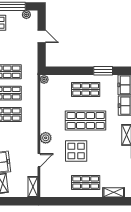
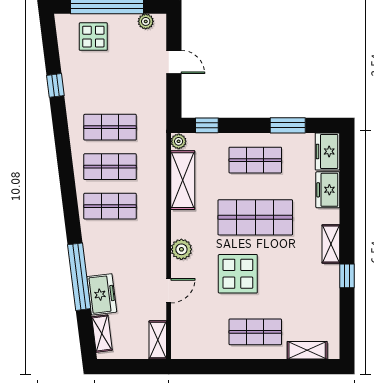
window: (59, 71) -> (207, 125), added
shelving: (46, 100) -> (183, 180), added

